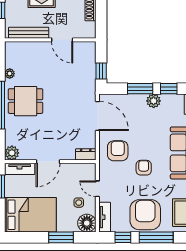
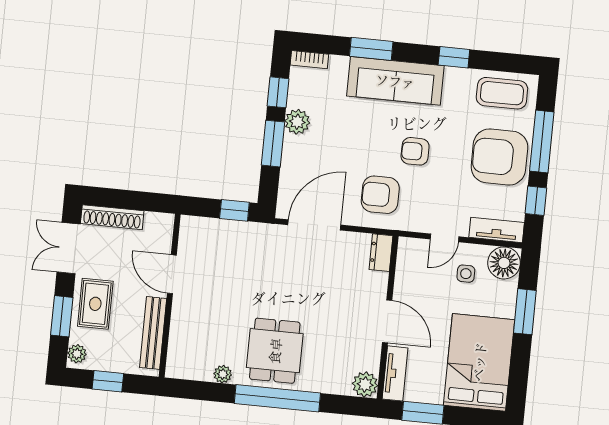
door: (62, 40) -> (172, 274), swing flipped

